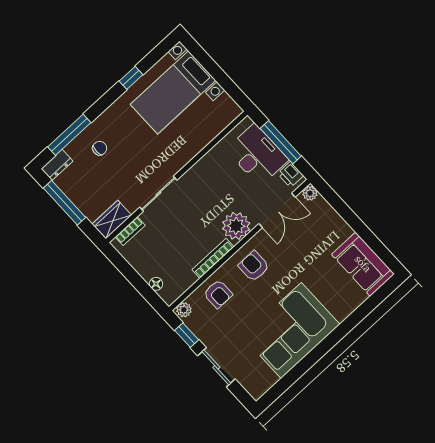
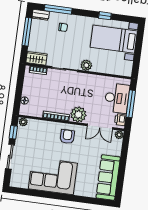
plant: (178, 159) -> (86, 65), added
sofa: (363, 264) -> (108, 177), width x1.36
armchair: (218, 294) -> (42, 131), removed

